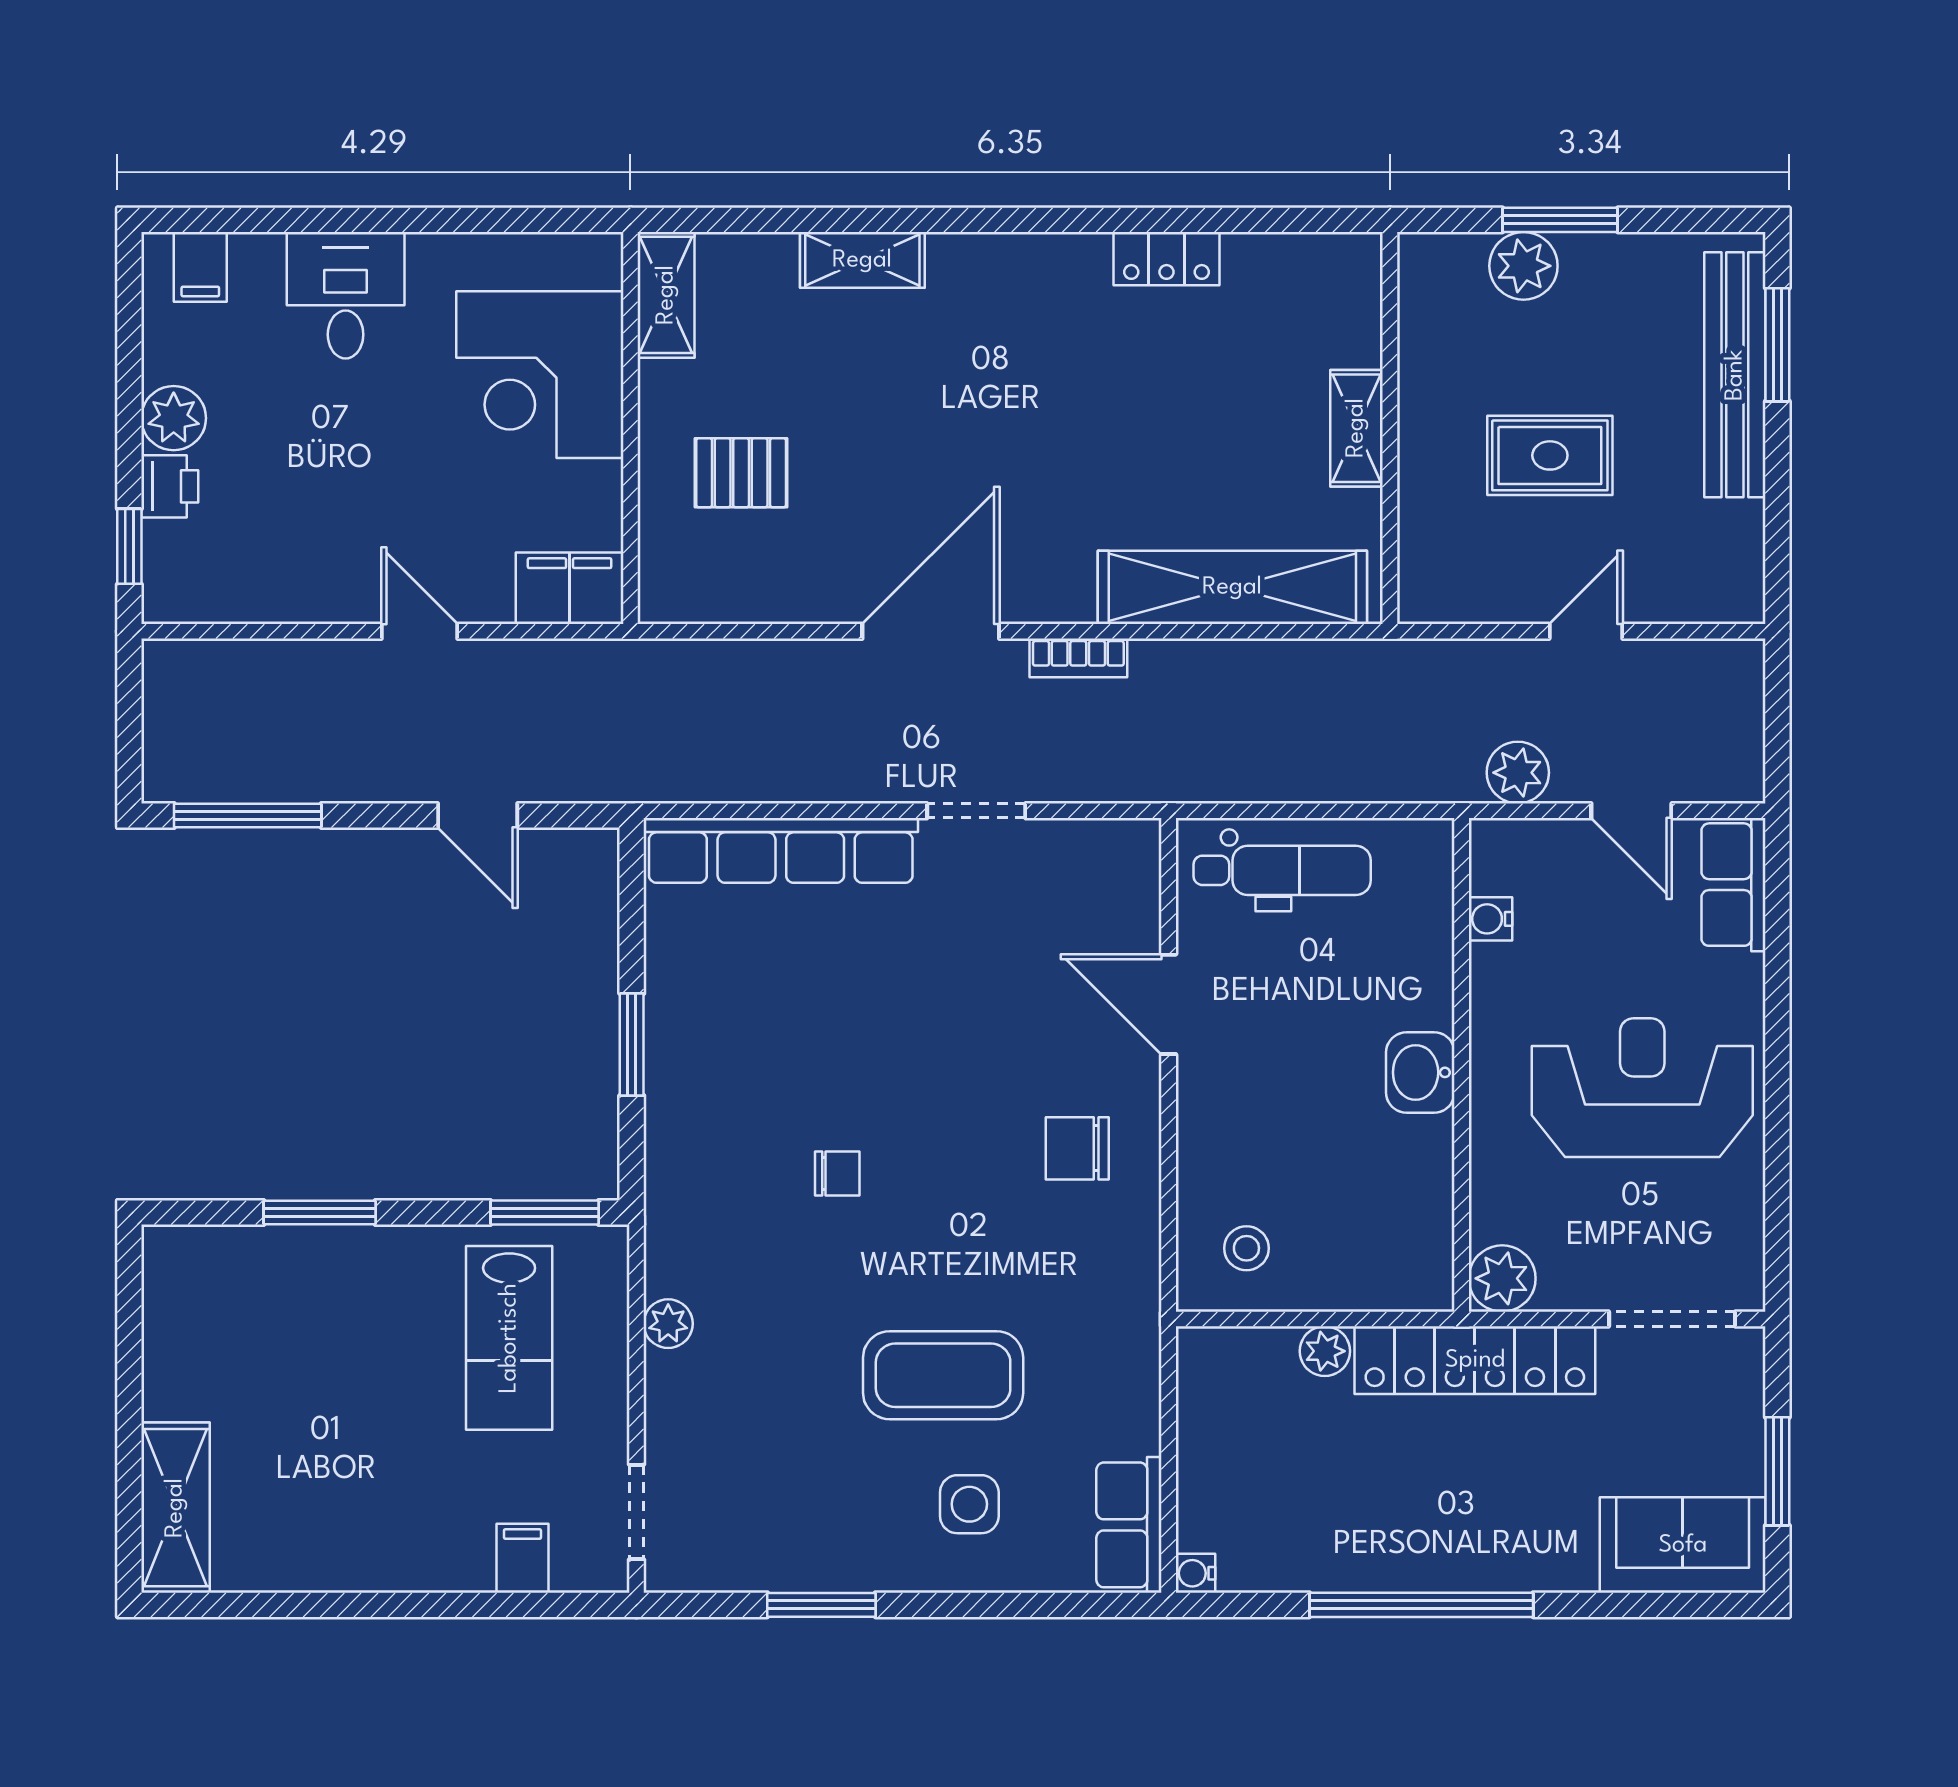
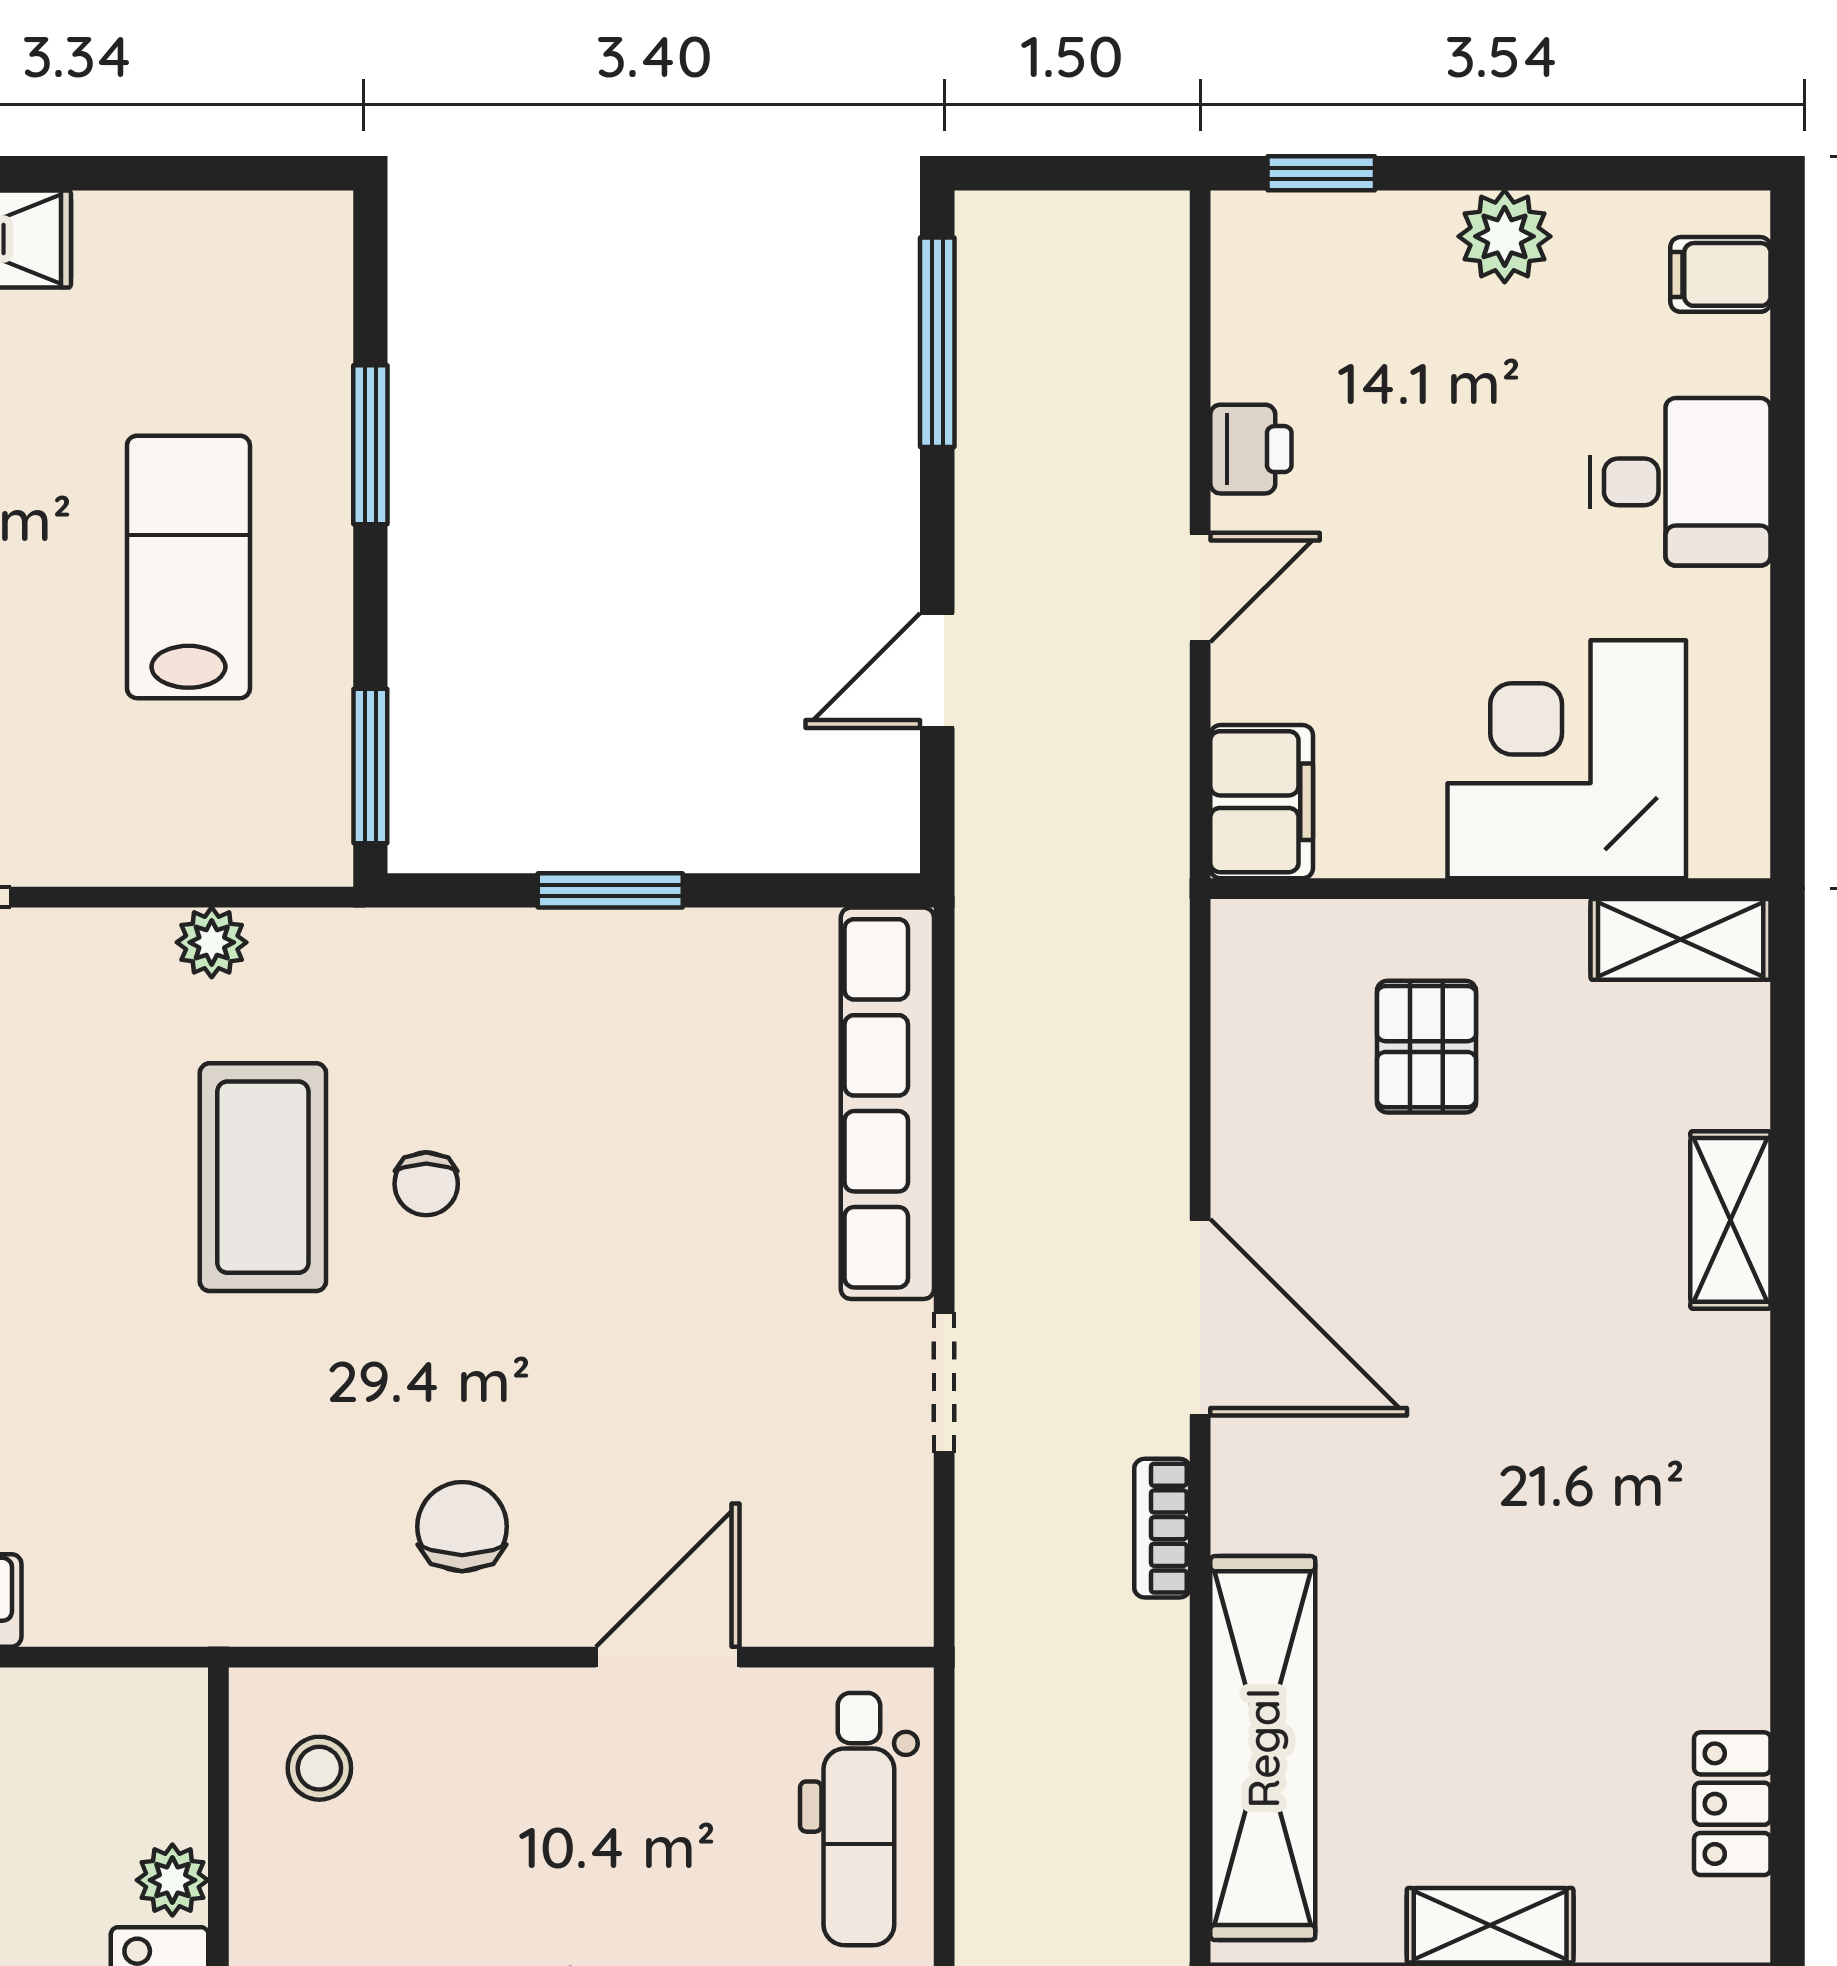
locker: (1166, 259) -> (1732, 1804), moved
printer: (170, 486) -> (1251, 449), moved, turned -90
lab bench: (509, 1338) -> (188, 567), moved, turned 90
coffee table: (943, 1375) -> (263, 1177), moved

